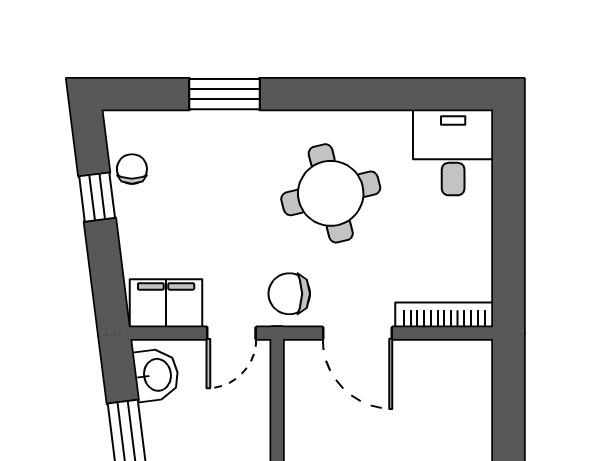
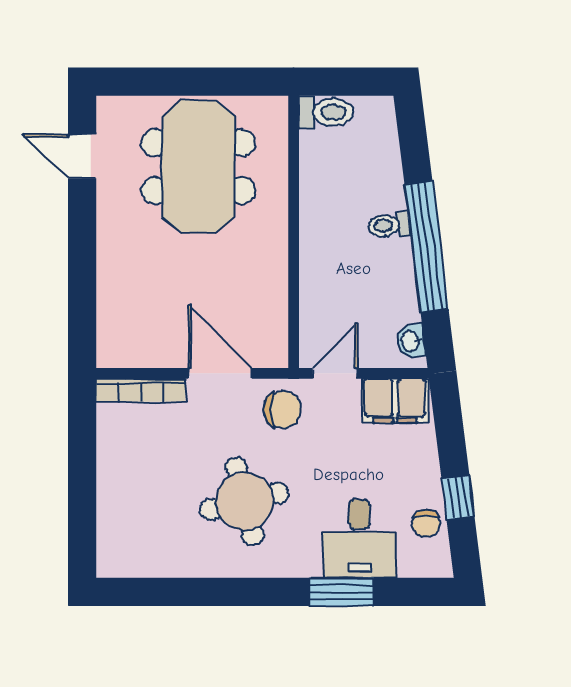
desk: (453, 152) -> (359, 539), moved
washbasin: (156, 375) -> (411, 341), width x0.72, depth x0.69

